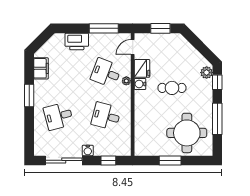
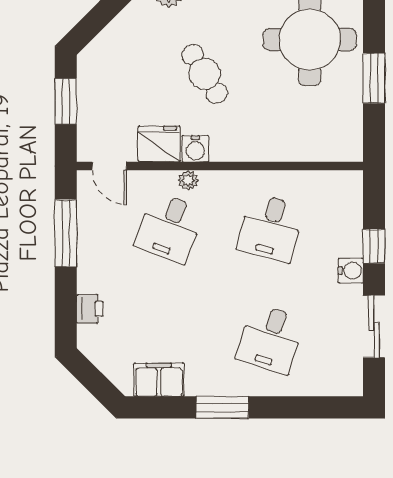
printer: (77, 41) -> (90, 309), width x0.53, depth x0.68
cafe table: (172, 88) -> (205, 74), turned -32
desk: (58, 116) -> (270, 339), turned 33
sliding door: (64, 160) -> (374, 327), width x0.73
window: (108, 160) -> (374, 246), moved

